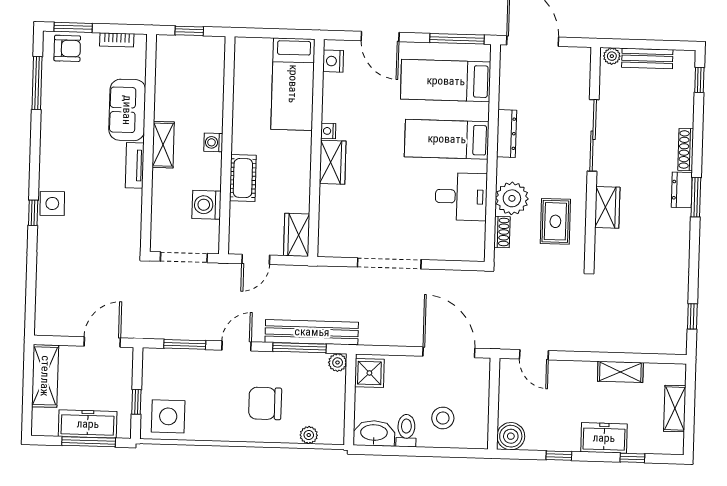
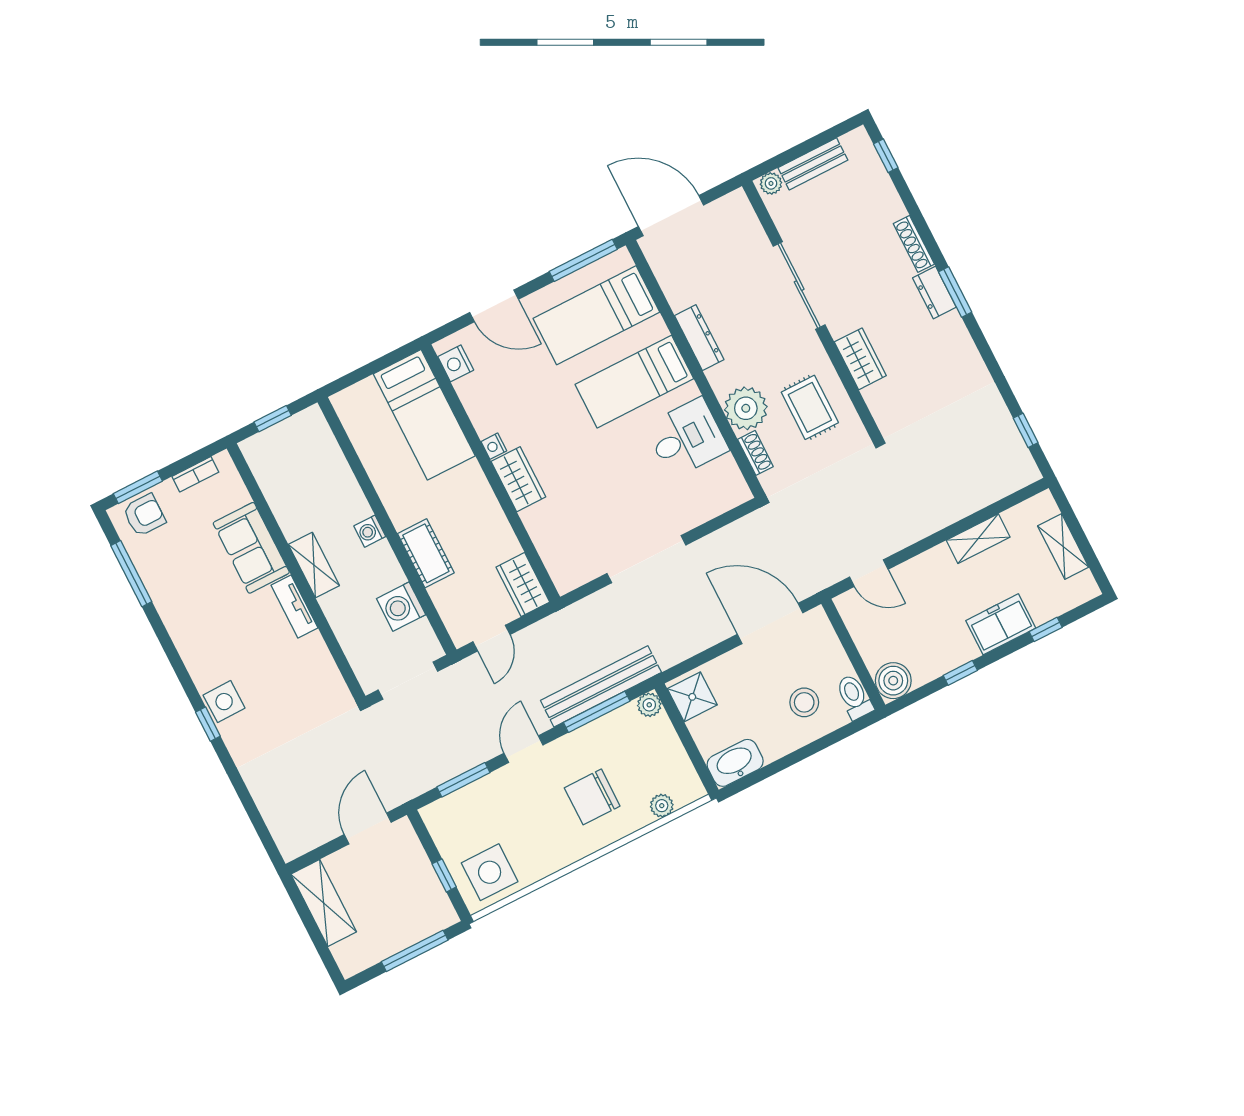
freezer: (88, 424) -> (402, 931), removed
toilet: (406, 431) -> (854, 697), moved

